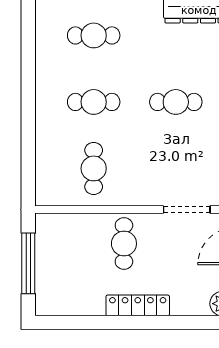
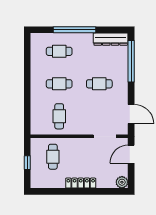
cafe table: (124, 244) -> (53, 157), moved
window: (28, 263) -> (27, 163), width x0.46

